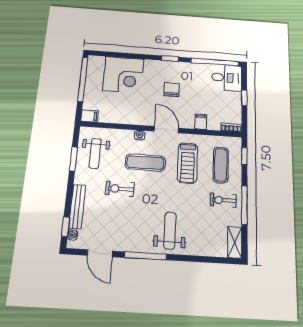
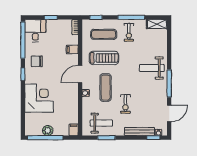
corner desk: (123, 75) -> (39, 98), moved
plant: (92, 83) -> (48, 131), added
chair: (172, 90) -> (37, 61), moved

